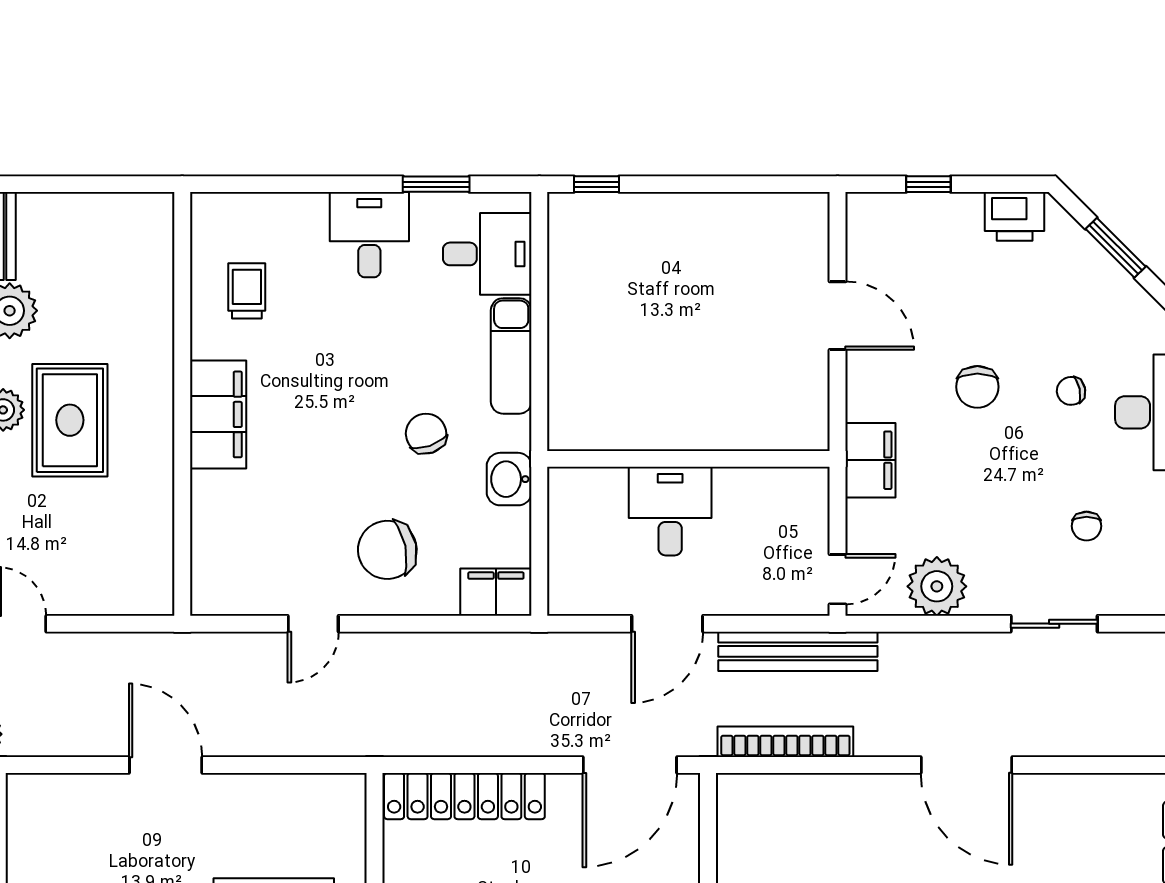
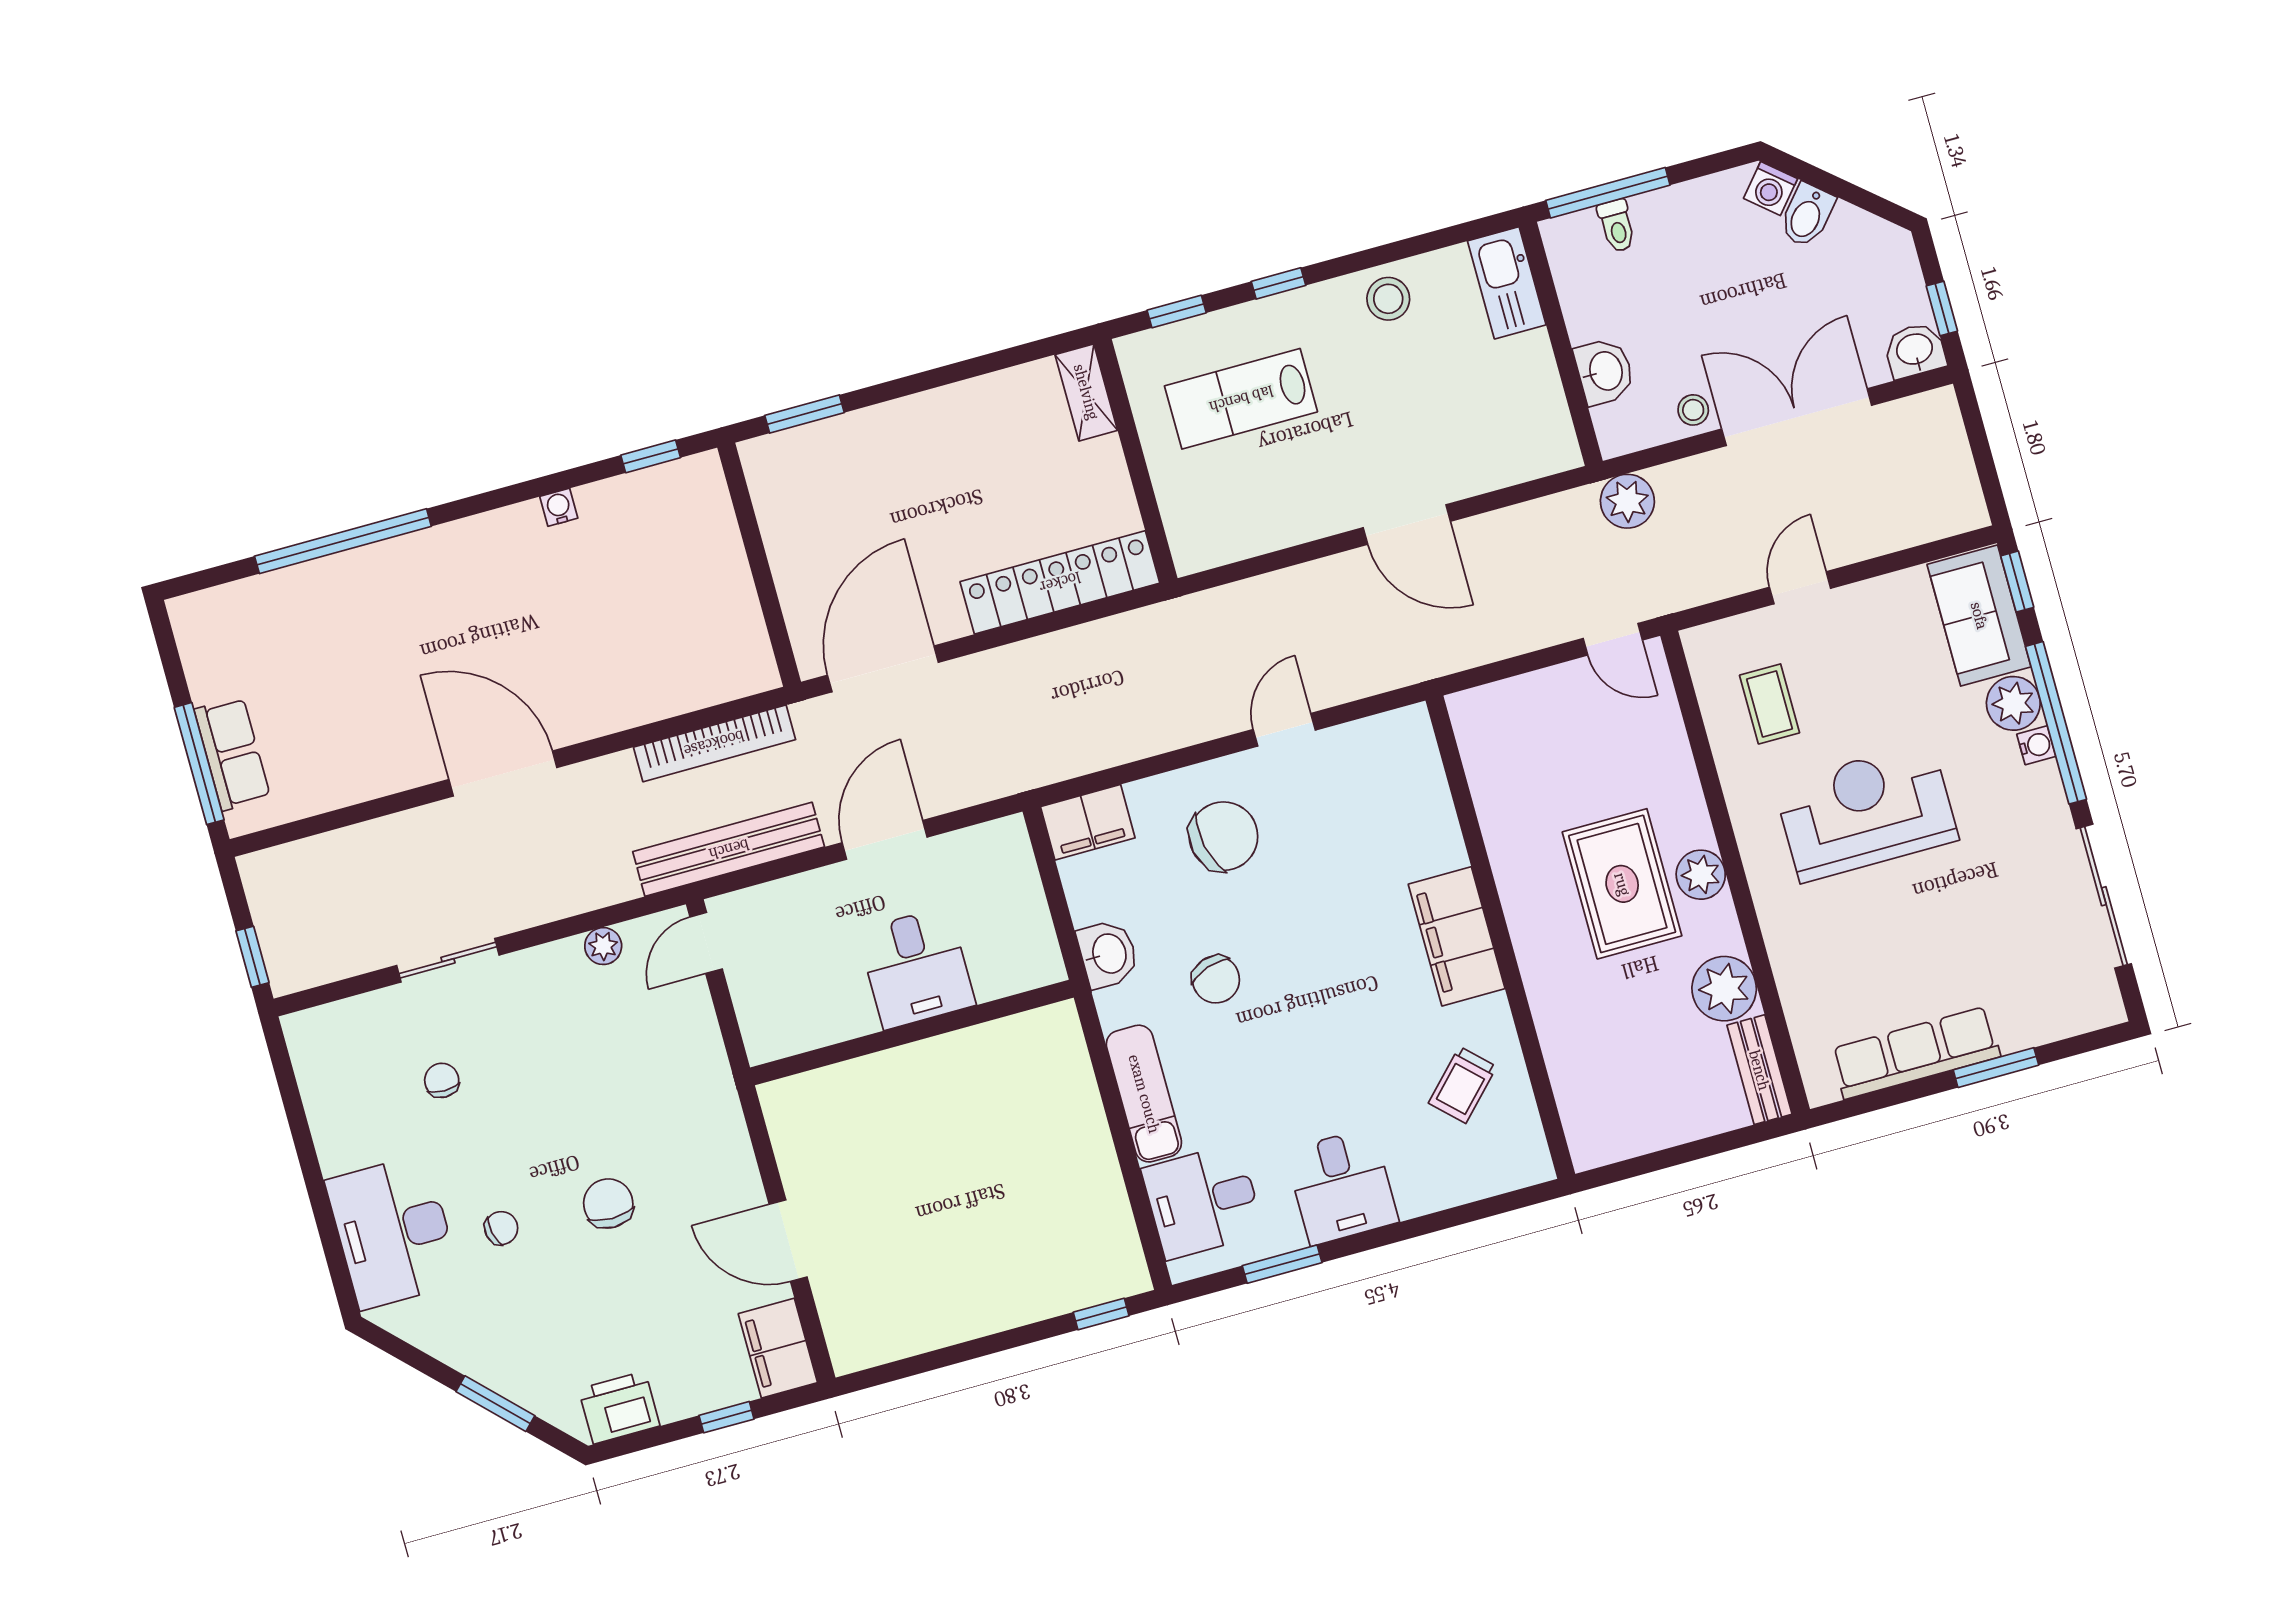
trolley: (247, 291) -> (1463, 1085), turned 44
filing cabinet: (870, 460) -> (778, 1348), moved
plant: (937, 586) -> (603, 946), width x0.53, depth x0.53

